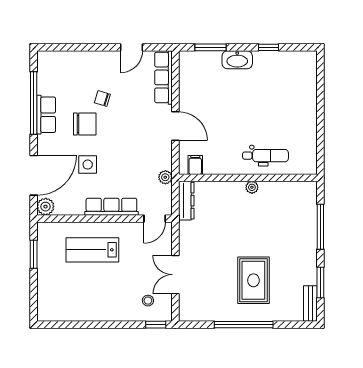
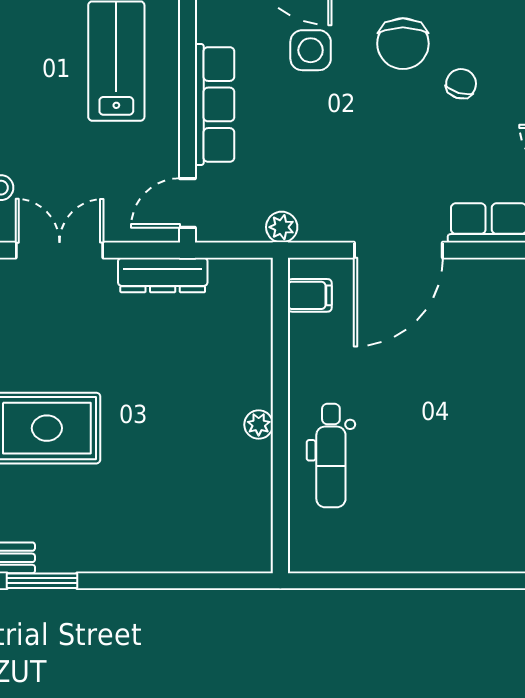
door: (175, 126) -> (398, 250), width x1.36
dresser: (186, 201) -> (163, 275), moved
door: (155, 219) -> (187, 203), hinge flipped
window: (320, 227) -> (169, 581), removed

